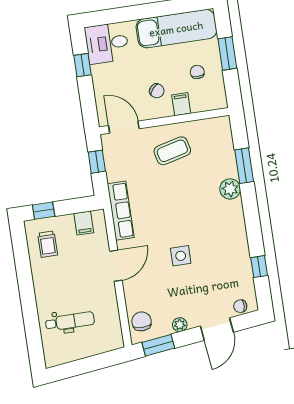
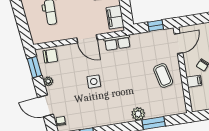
row of seats: (121, 211) -> (117, 43), width x0.68
filing cabinet: (84, 223) -> (115, 17), width x2.00

